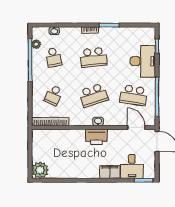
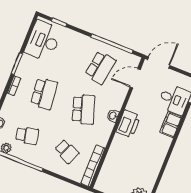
desk: (143, 61) -> (43, 41), moved, turned -90

